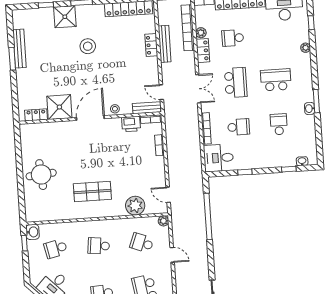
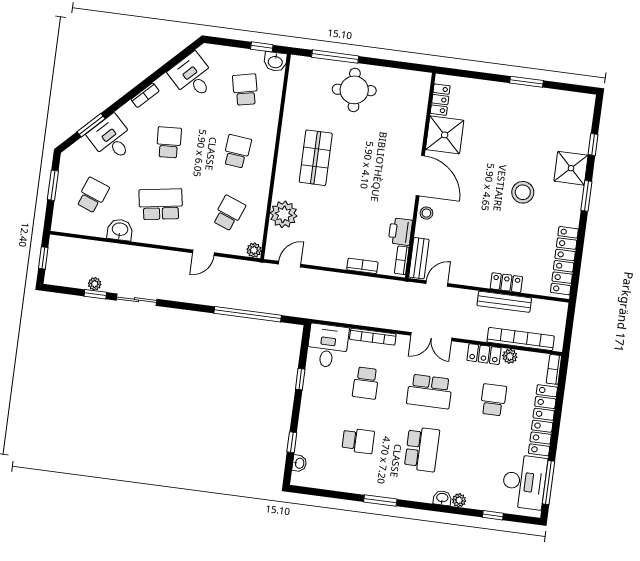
bench: (19, 49) -> (539, 95), removed
washbasin: (310, 109) -> (442, 498), moved
window: (21, 192) -> (335, 57), added

